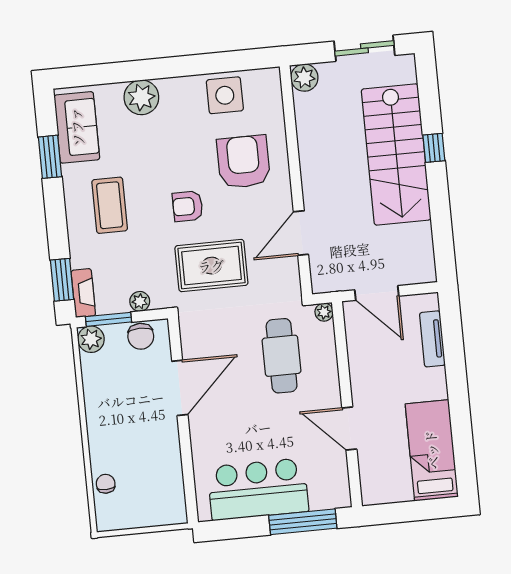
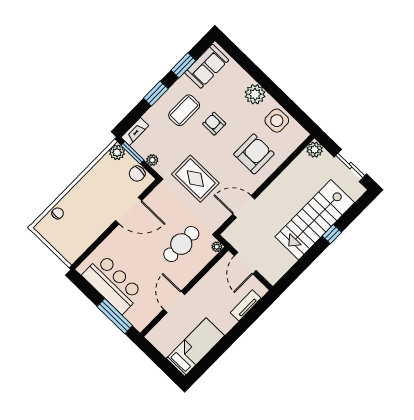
plant: (141, 97) -> (255, 94), moved
armchair: (188, 206) -> (214, 124), moved
window: (62, 280) -> (156, 93), moved

